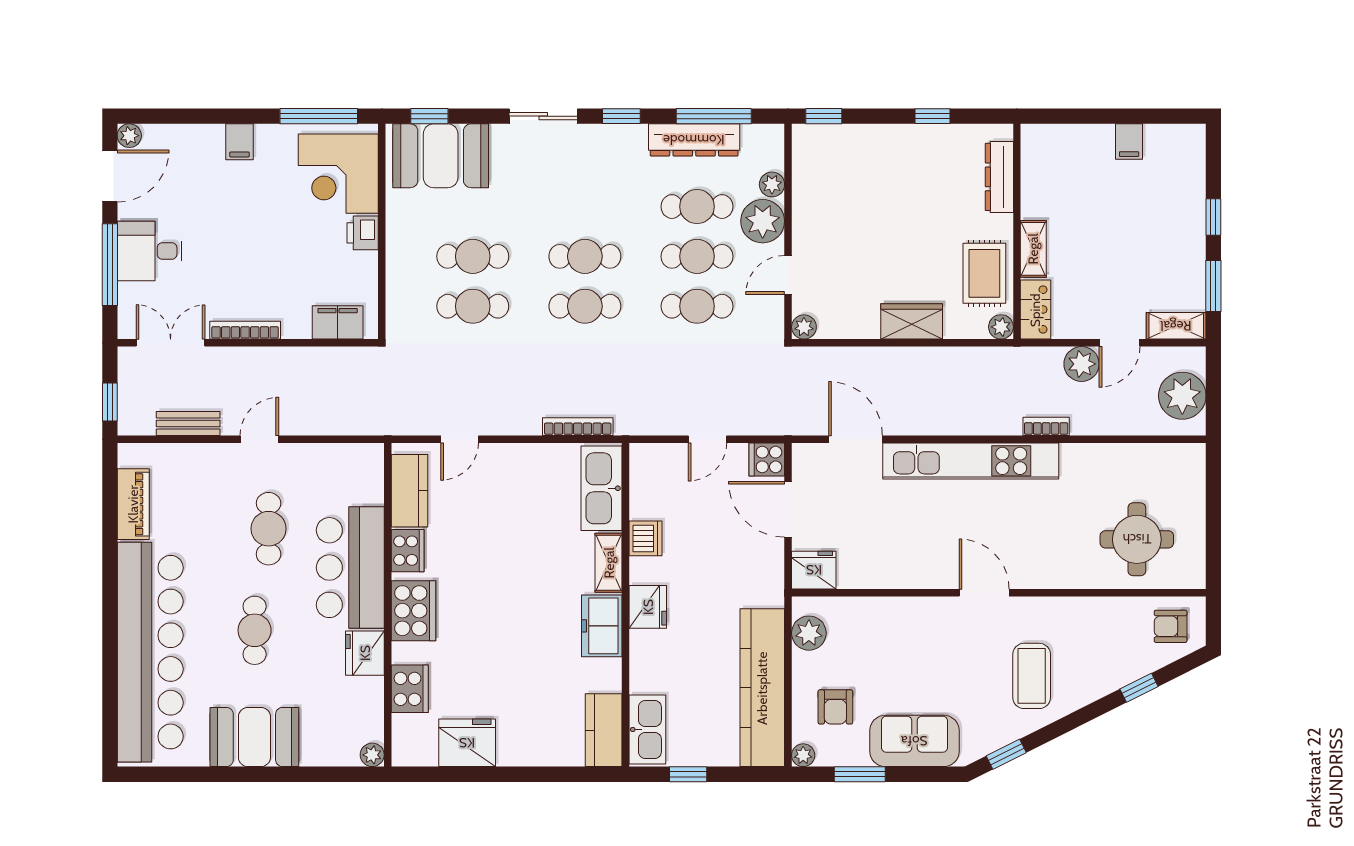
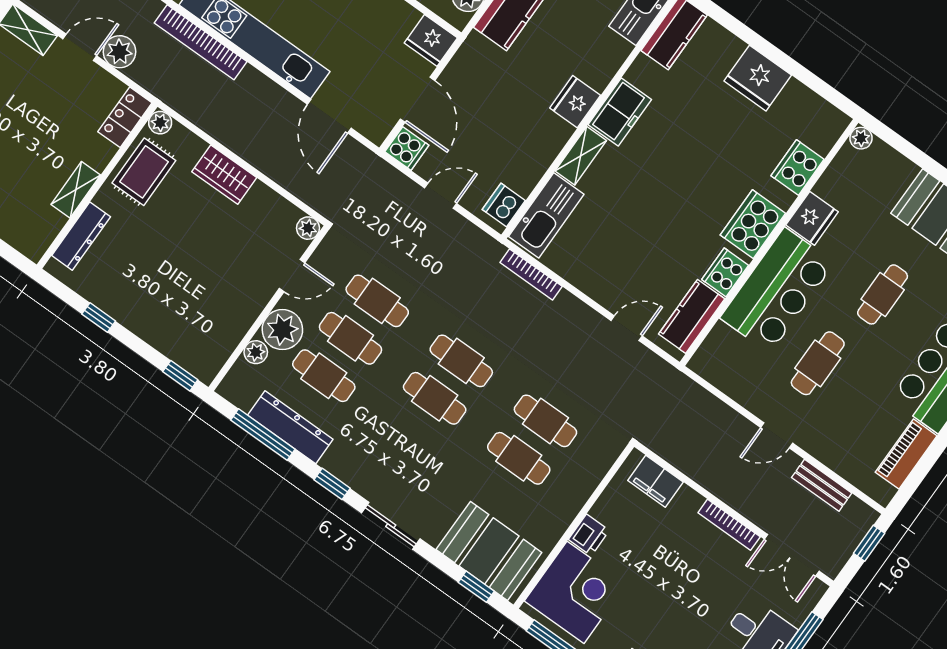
shelving: (1033, 249) -> (76, 190), moved
bookcase: (1046, 426) -> (201, 42), width x2.31, depth x1.31
dishwasher: (646, 538) -> (504, 205), moved
fridge: (467, 743) -> (758, 78), moved

